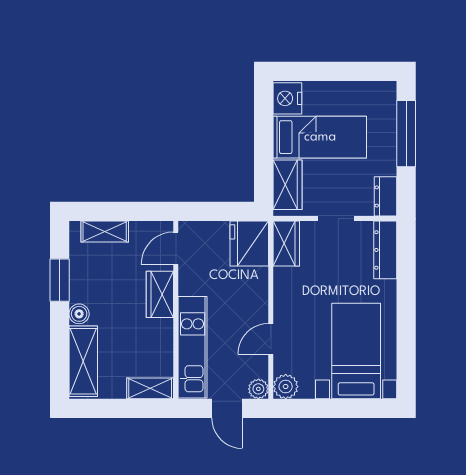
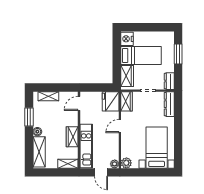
window: (406, 134) -> (178, 54), width x0.69
wardrobe: (160, 294) -> (72, 137), moved
door: (271, 339) -> (120, 126), moved

